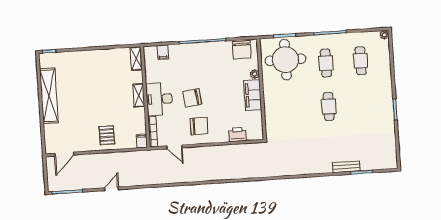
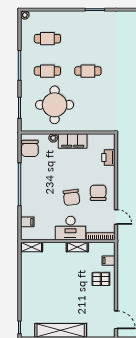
chair: (242, 50) -> (30, 148), turned 90
round table: (285, 60) -> (55, 105), moved
shelving: (139, 95) -> (77, 247), moved
filing cabinet: (142, 141) -> (108, 261), moved
door: (174, 147) -> (116, 217), hinge flipped

